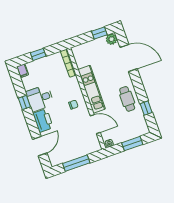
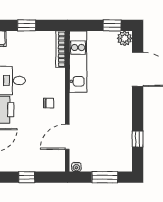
kitchen unit: (92, 89) -> (78, 62), moved
cafe table: (127, 99) -> (118, 119), removed
door: (95, 124) -> (67, 137), swing flipped
window: (76, 163) -> (27, 177), width x0.46

